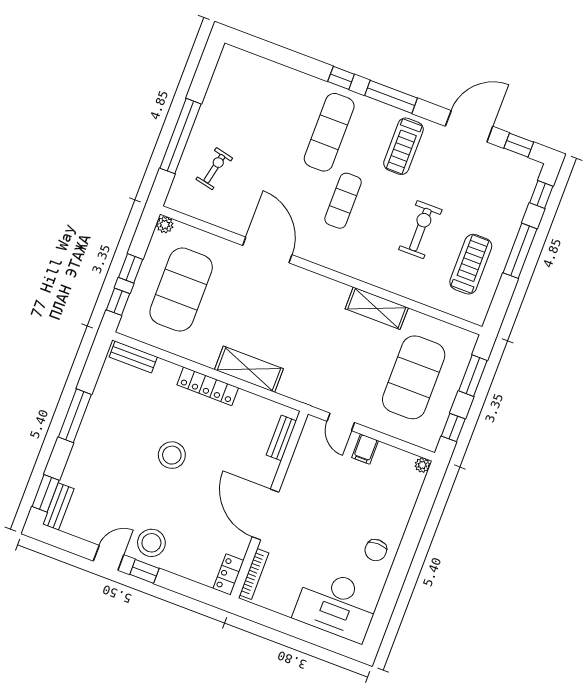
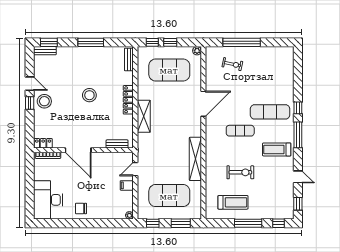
door: (469, 126) -> (298, 177), width x0.53
shelving: (377, 308) -> (195, 159), width x1.47
door: (266, 514) -> (78, 150), swing flipped

